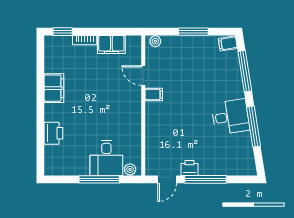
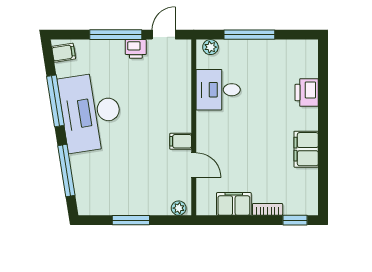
filing cabinet: (228, 43) -> (64, 53), moved
desk: (230, 117) -> (91, 112), width x1.87, depth x1.30
desk: (106, 158) -> (218, 90), moved, turned -90

